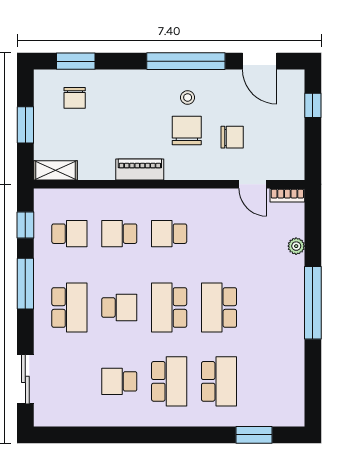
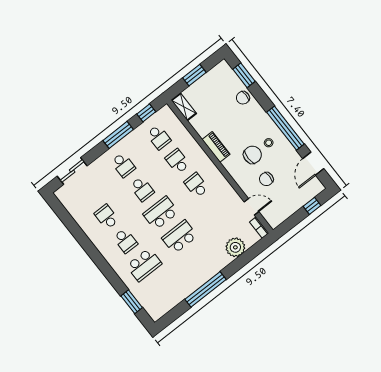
chair: (75, 98) -> (243, 98), moved
chair: (232, 137) -> (266, 179), turned 90
door: (253, 184) -> (251, 207), swing flipped
plant: (296, 246) -> (235, 247), width x1.88, depth x1.88
window: (313, 303) -> (206, 289), moved
school desk: (69, 308) -> (123, 165), width x0.54
school desk: (169, 381) -> (125, 241), width x0.54

